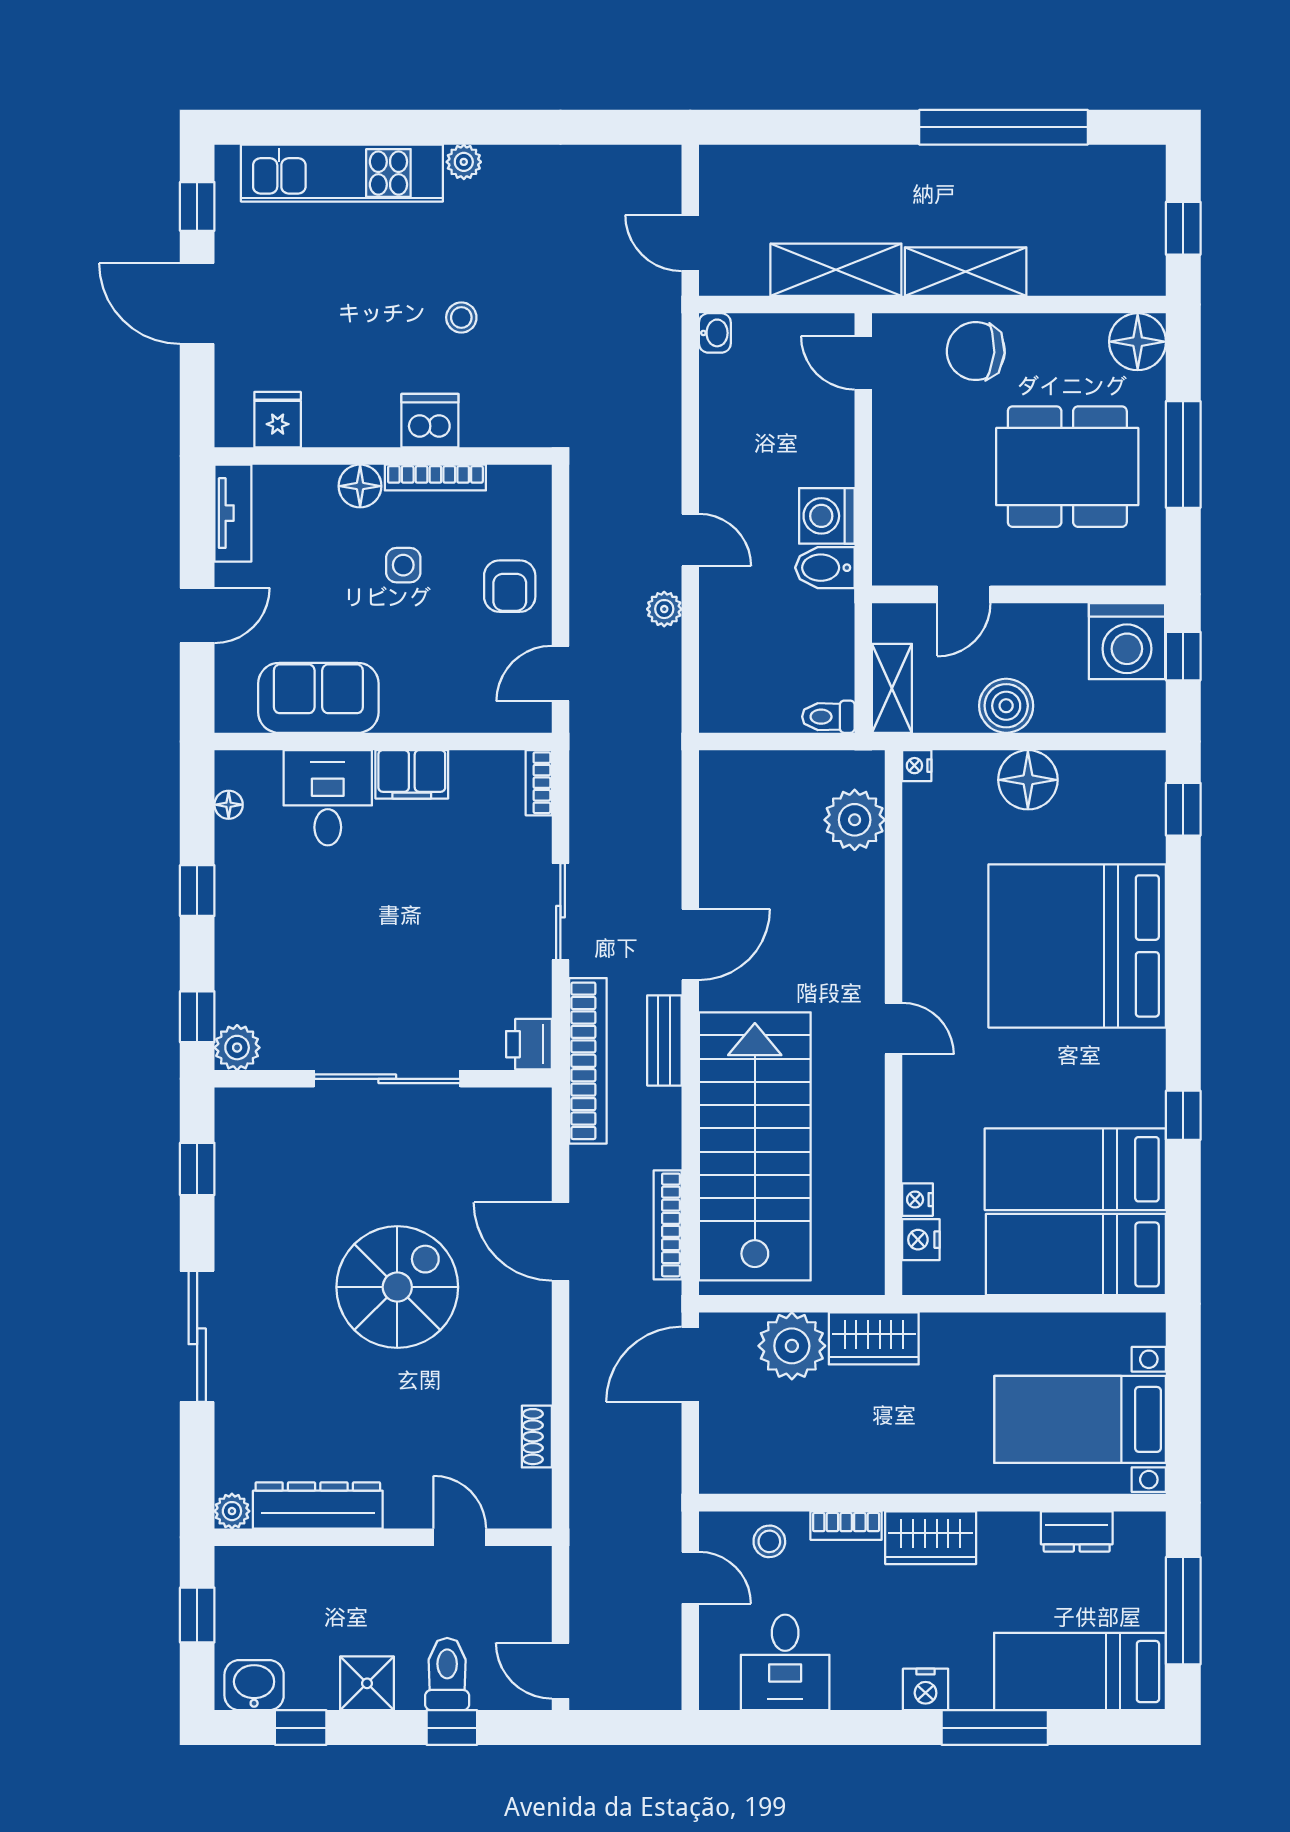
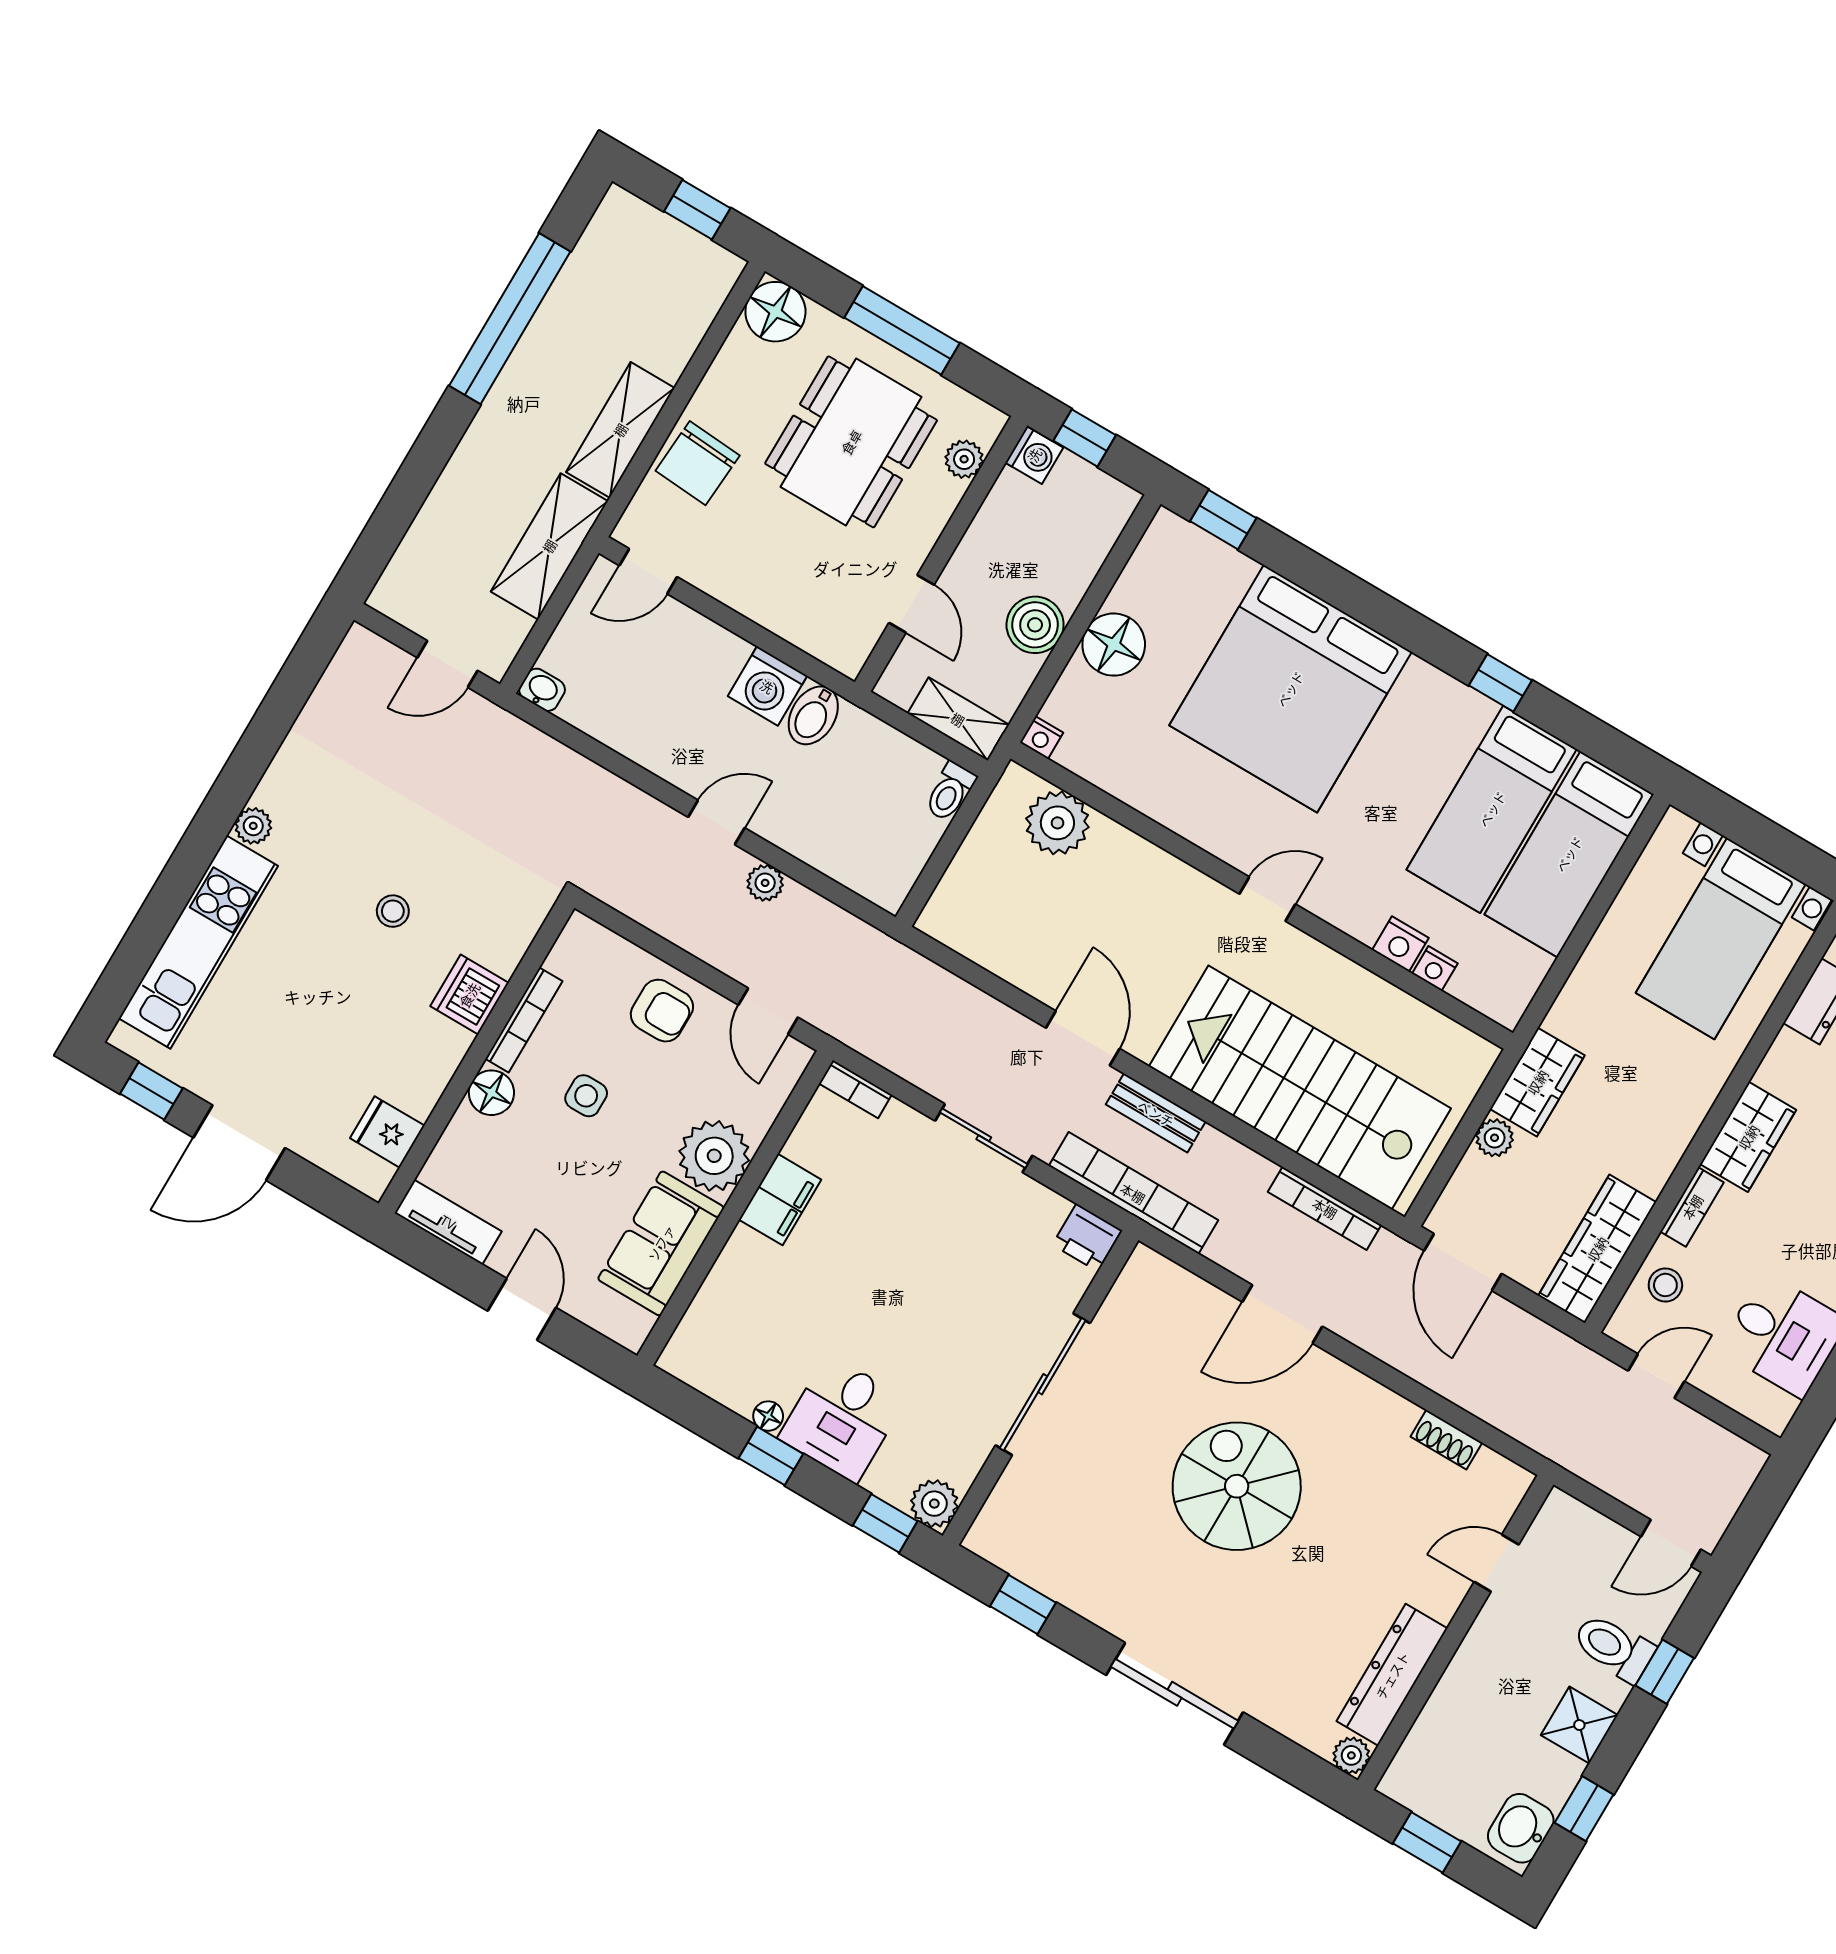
plant: (1108, 568) -> (964, 459), added
washing machine: (1127, 641) -> (1034, 455), width x0.53, depth x0.53
plant: (416, 699) -> (714, 1156), added
desk: (328, 798) -> (842, 1419), moved, turned -90
floor lamp: (229, 805) -> (768, 1416), moved
nightstand: (921, 1240) -> (1400, 944), moved
plant: (792, 1346) -> (1495, 1138), width x0.53, depth x0.53
wardrobe: (766, 1468) -> (1597, 1249), added

